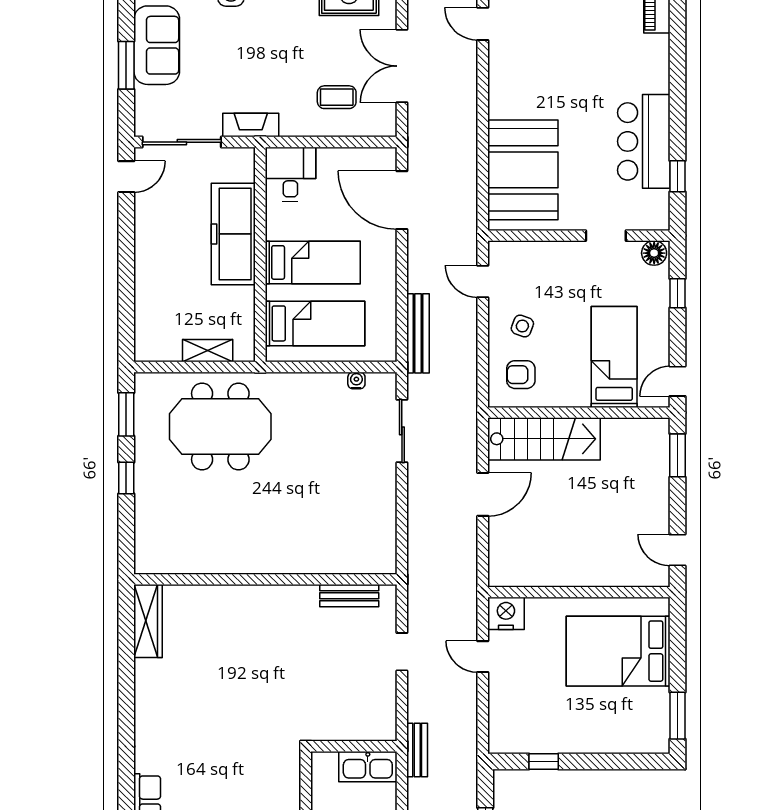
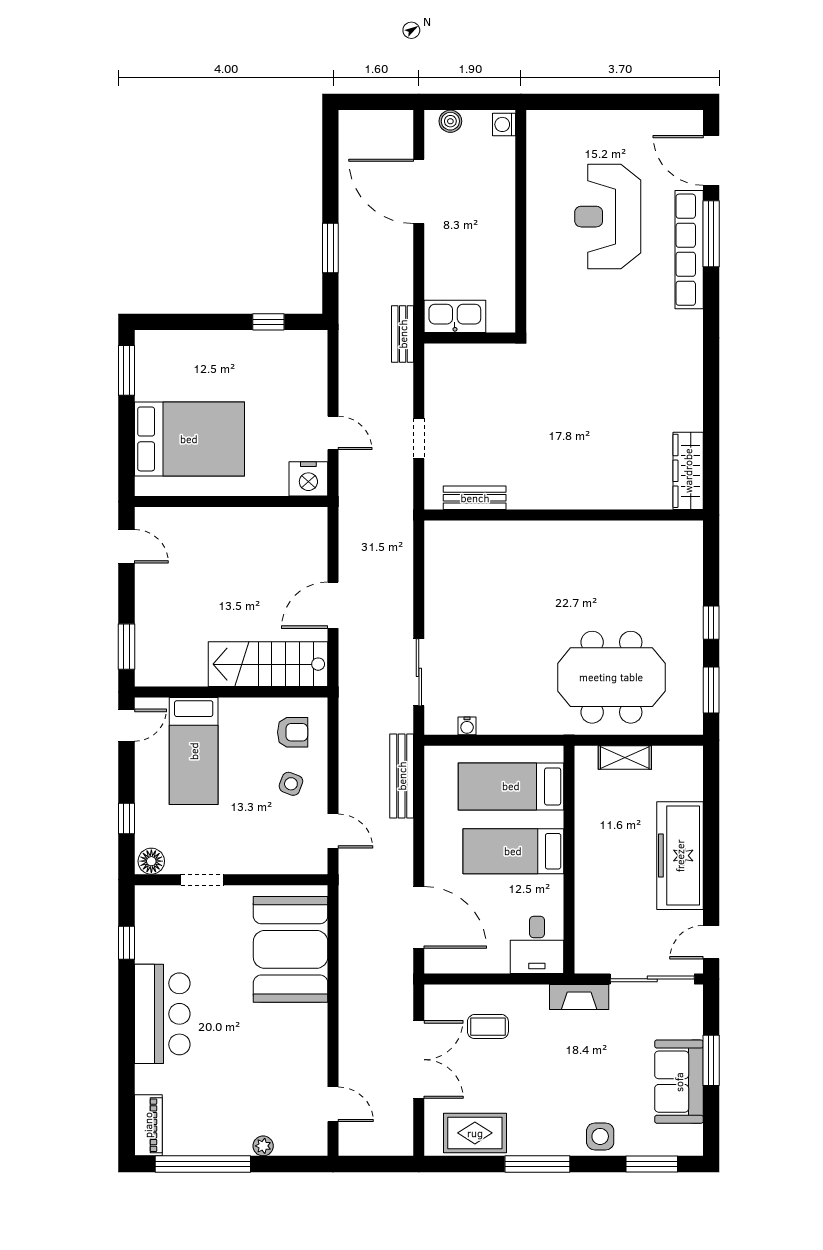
bar counter: (644, 141) -> (162, 1014), moved
freezer: (233, 234) -> (680, 856), moved, turned 180

